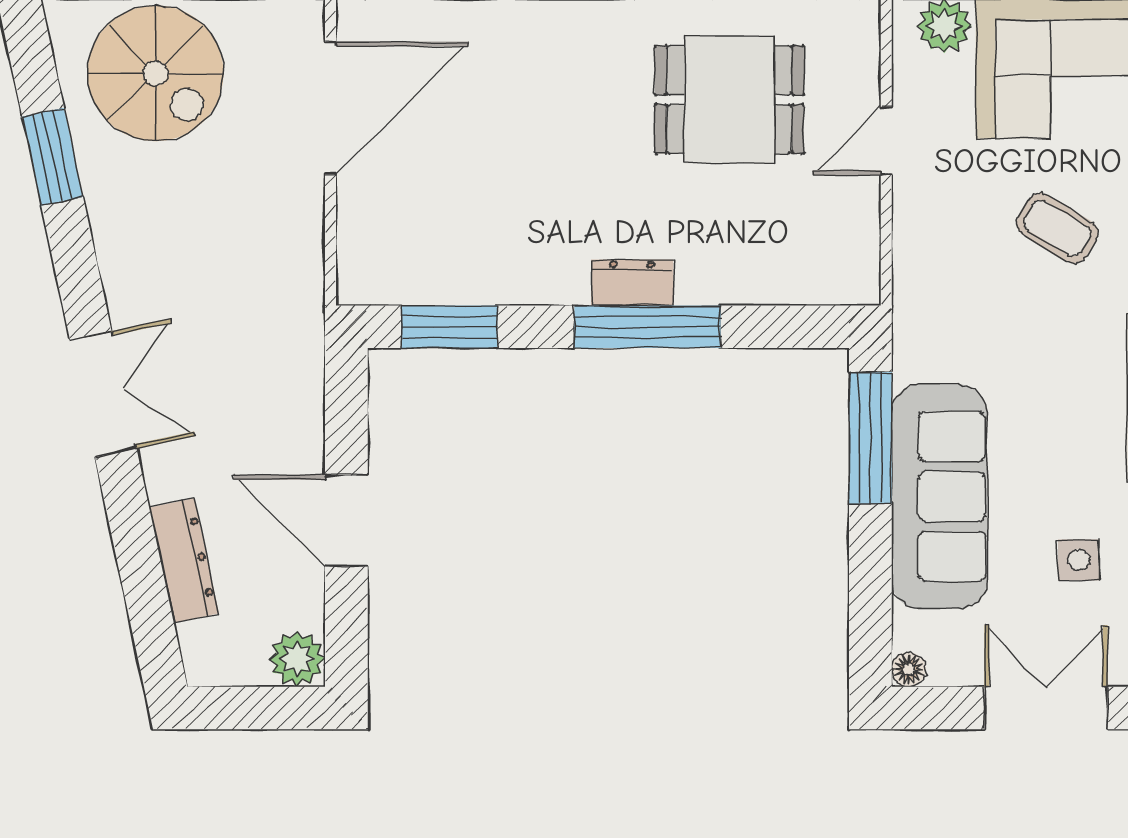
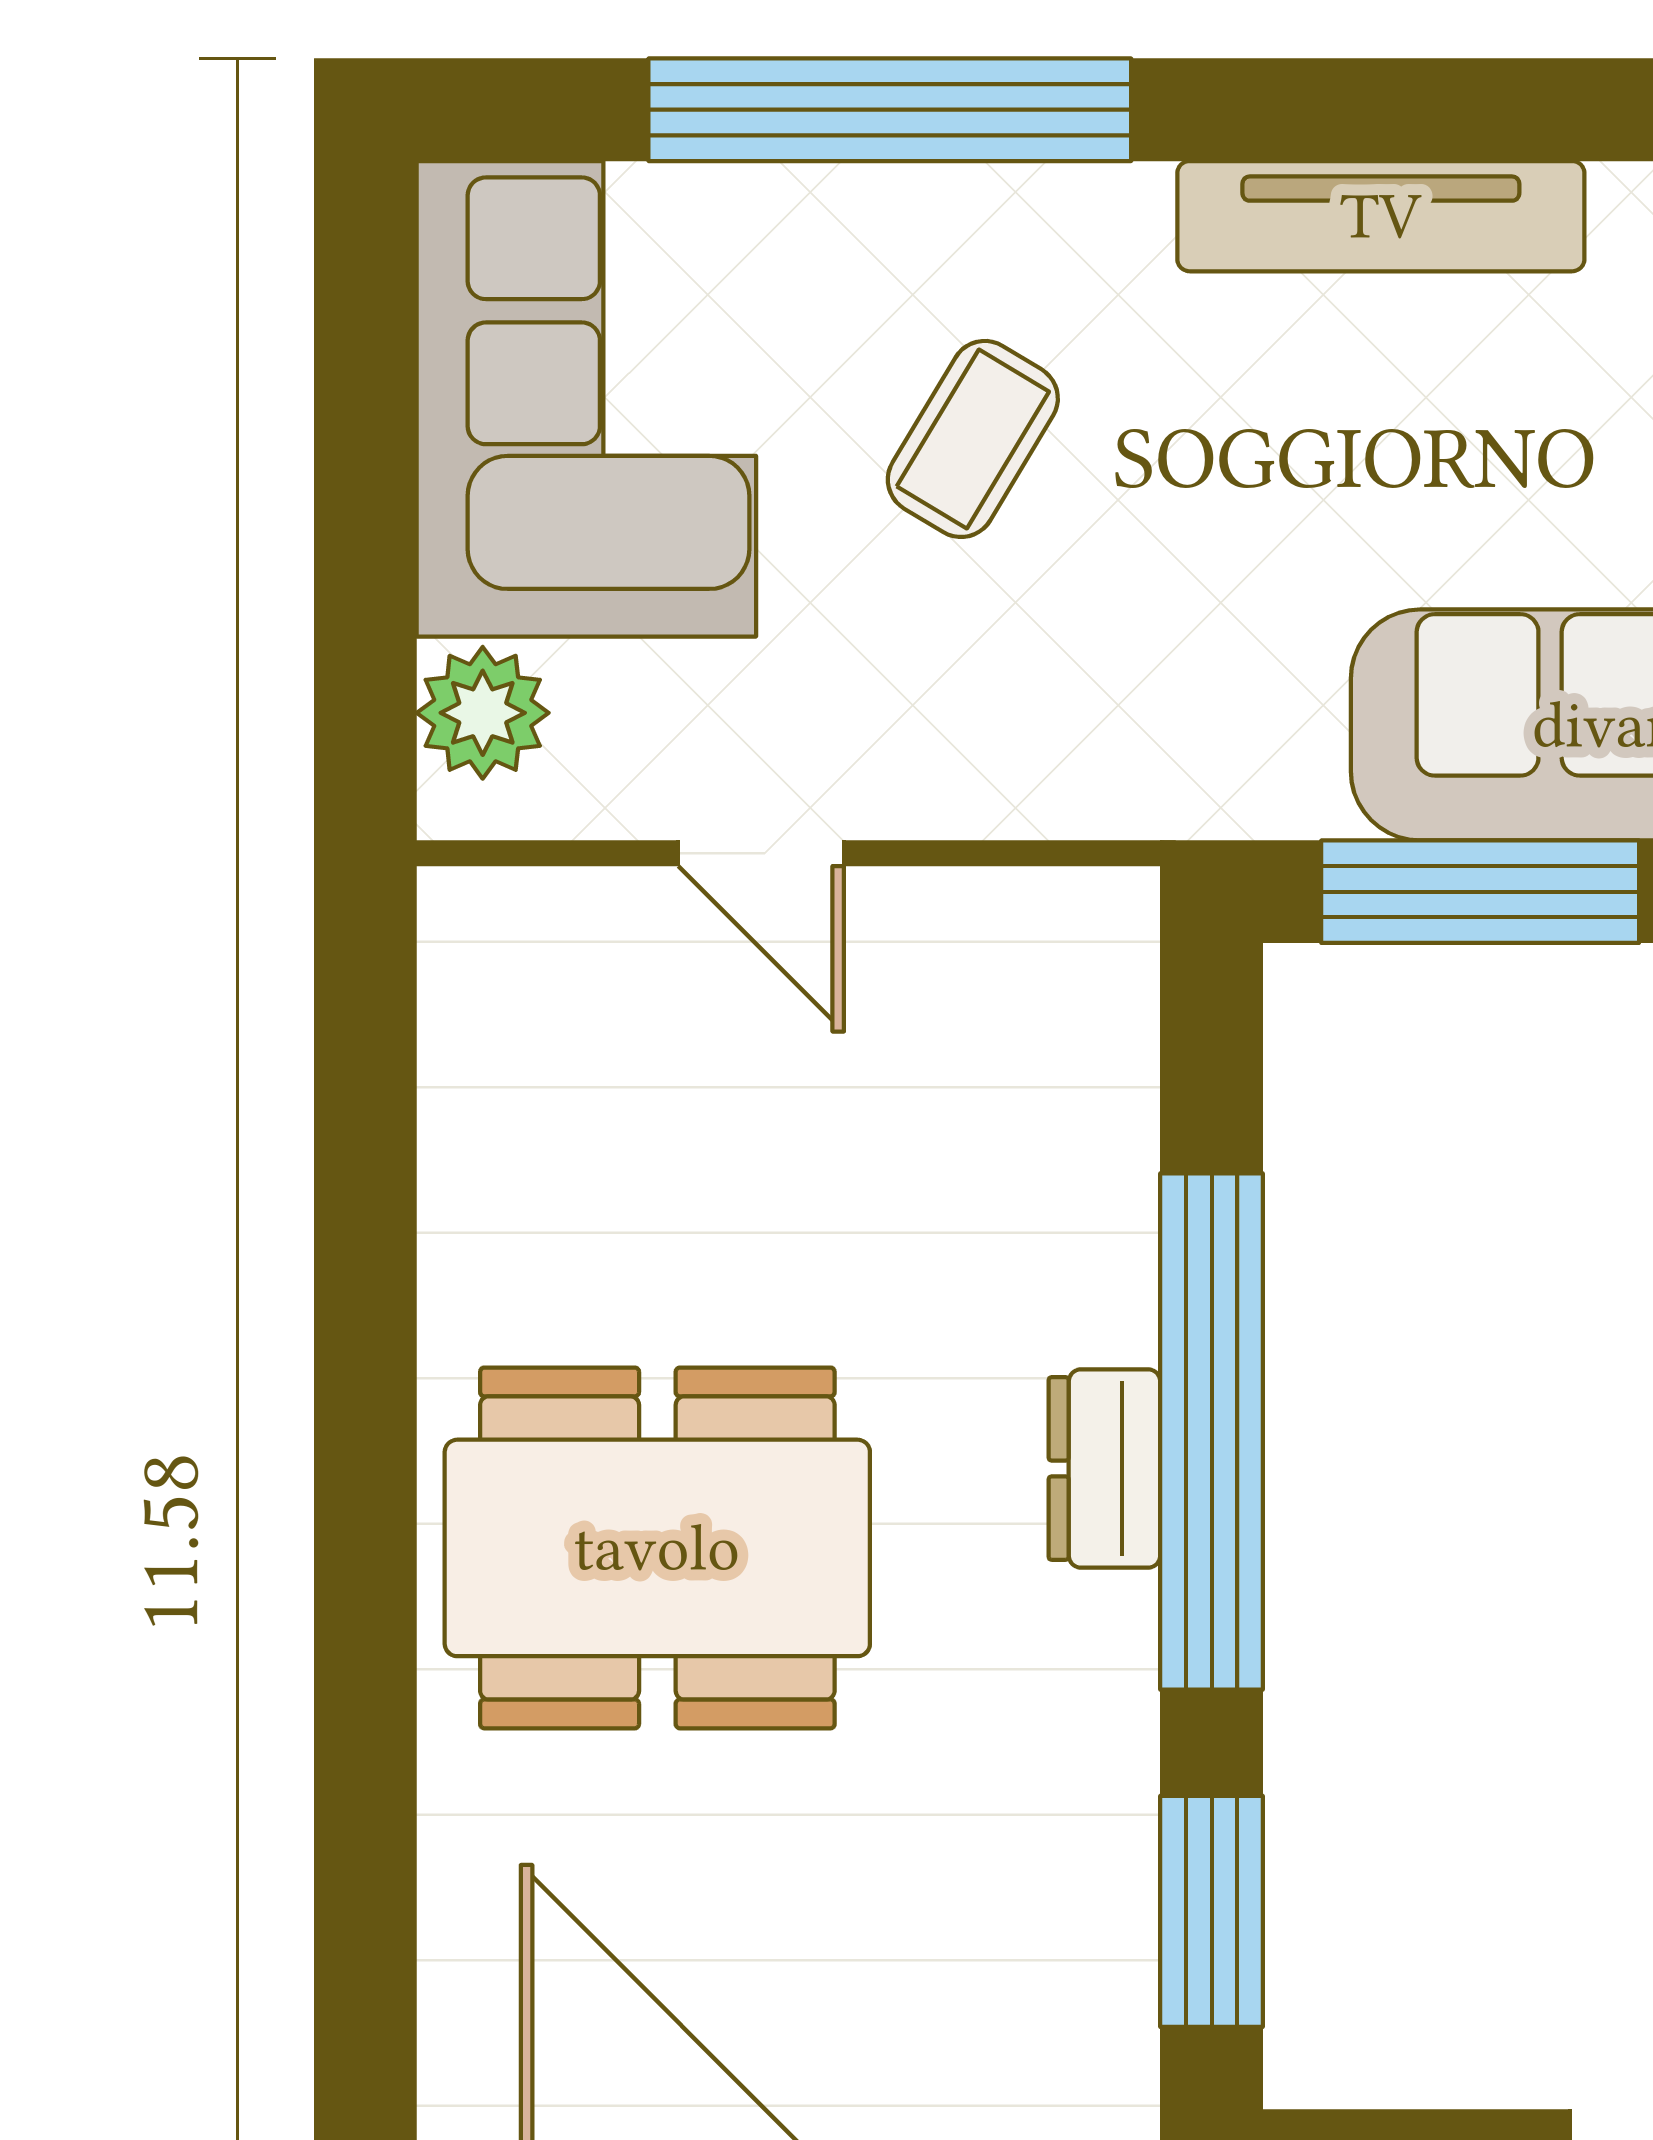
dining table: (729, 100) -> (657, 1548), moved, width x1.38
window: (647, 327) -> (1212, 1432), width x1.46

